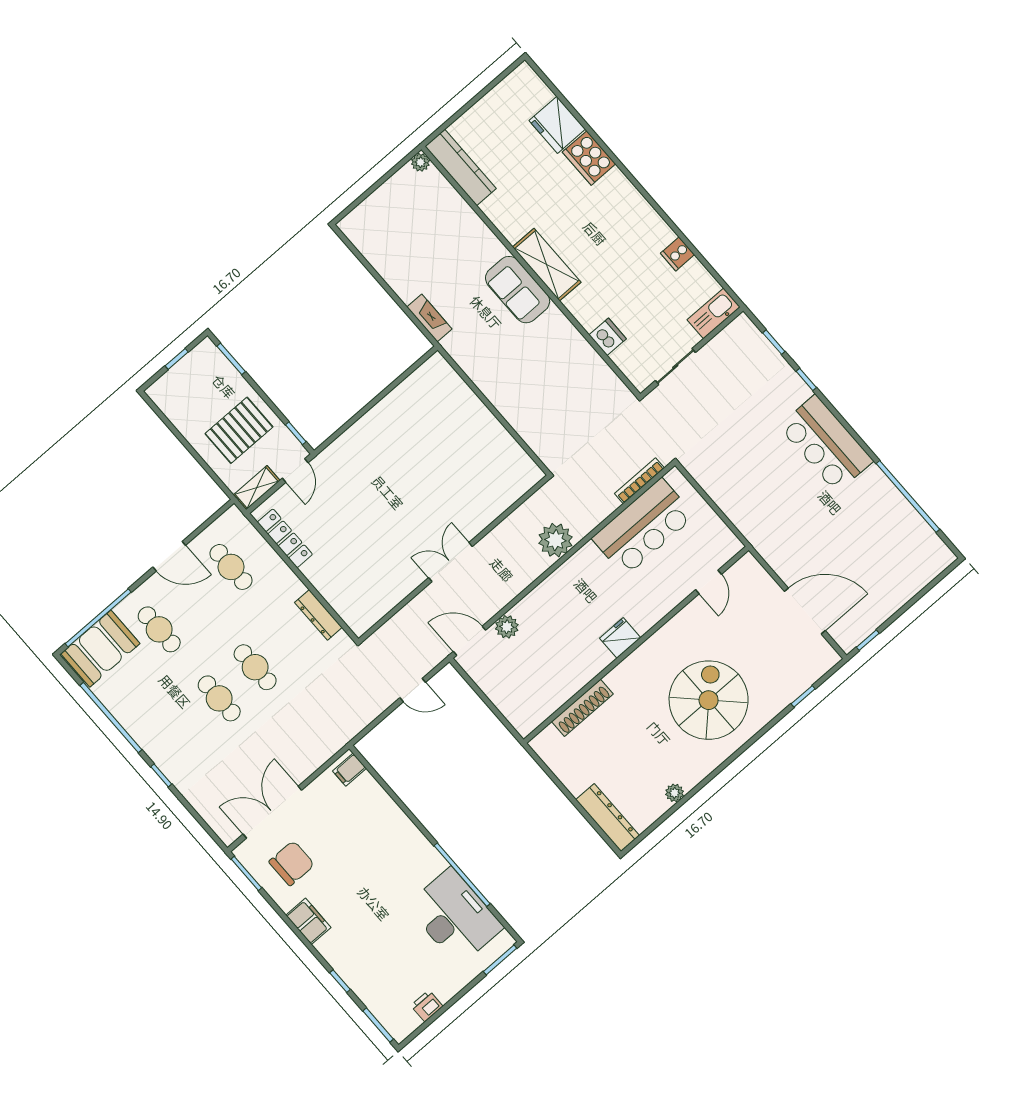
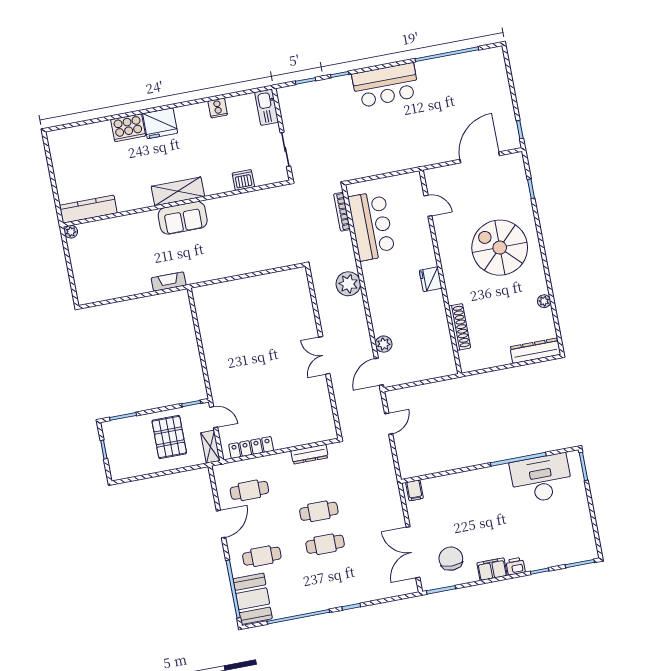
fridge: (557, 125) -> (160, 123), moved
printer: (427, 1006) -> (515, 566), moved, turned 90

